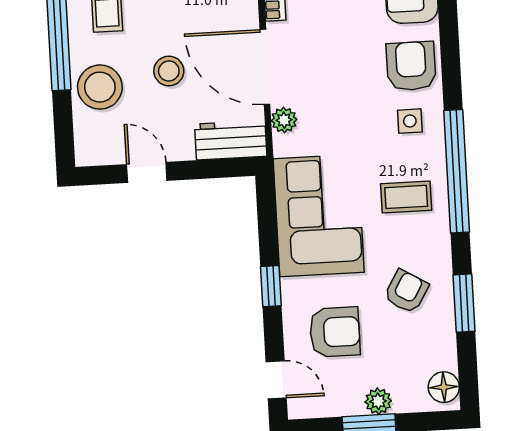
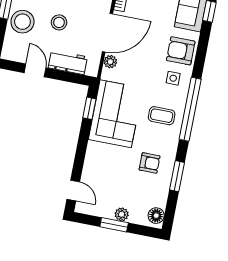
armchair: (411, 66) -> (181, 51), turned -90
door: (265, 67) -> (108, 33), swing flipped
workbench: (231, 140) -> (68, 62), moved
window: (271, 286) -> (89, 108), moved
armchair: (406, 291) -> (150, 163), turned 59
armchair: (335, 332) -> (109, 174), removed

